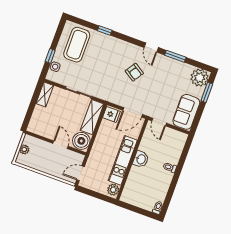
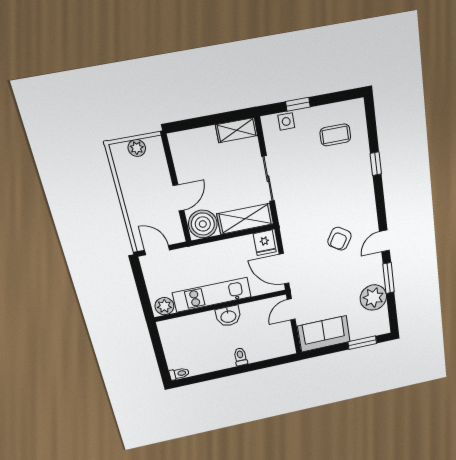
coffee table: (77, 45) -> (335, 135), width x0.54, depth x0.58
plant: (200, 78) -> (373, 298), moved

